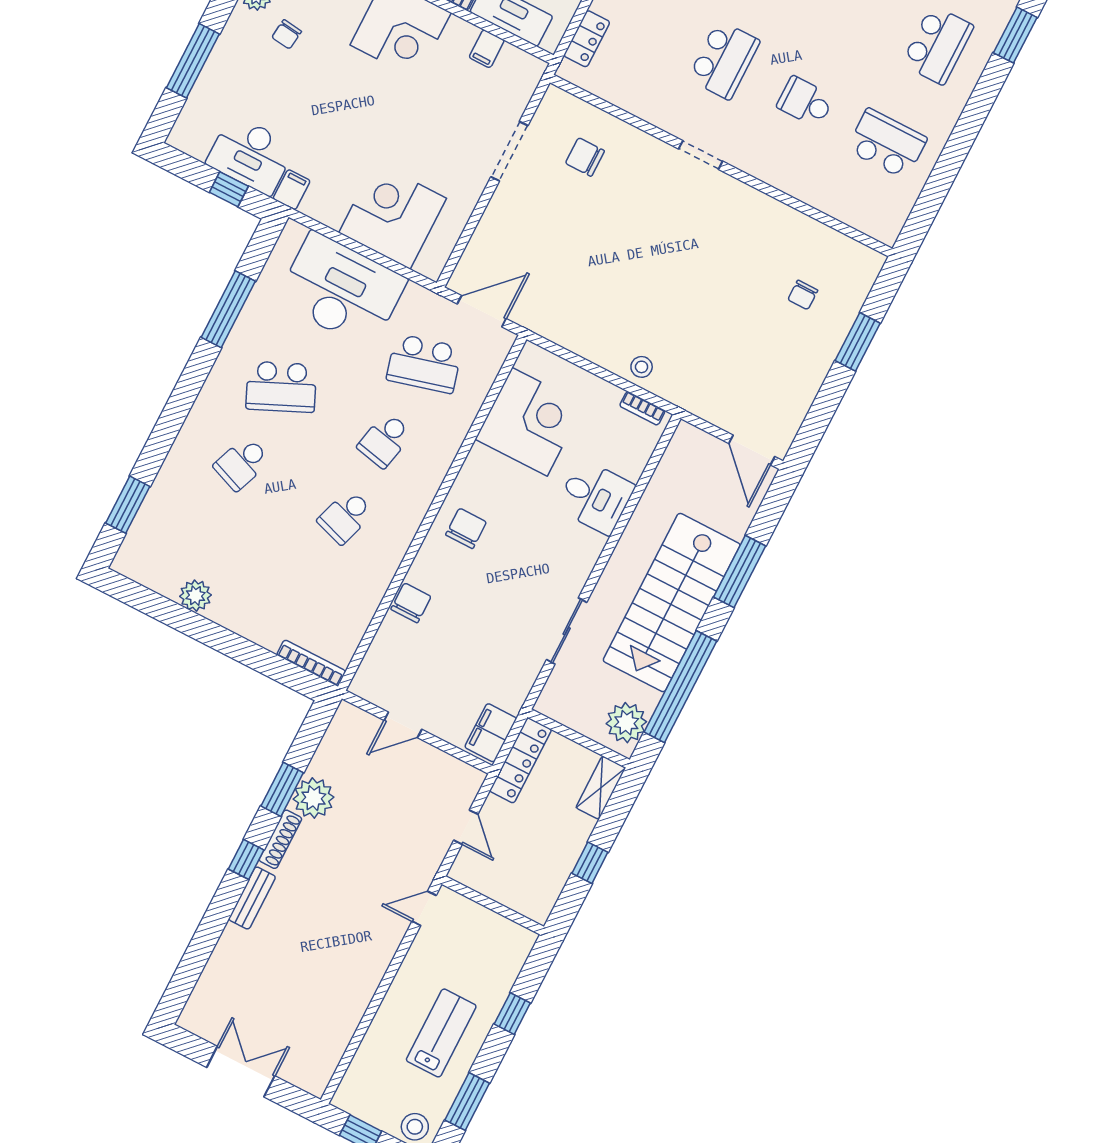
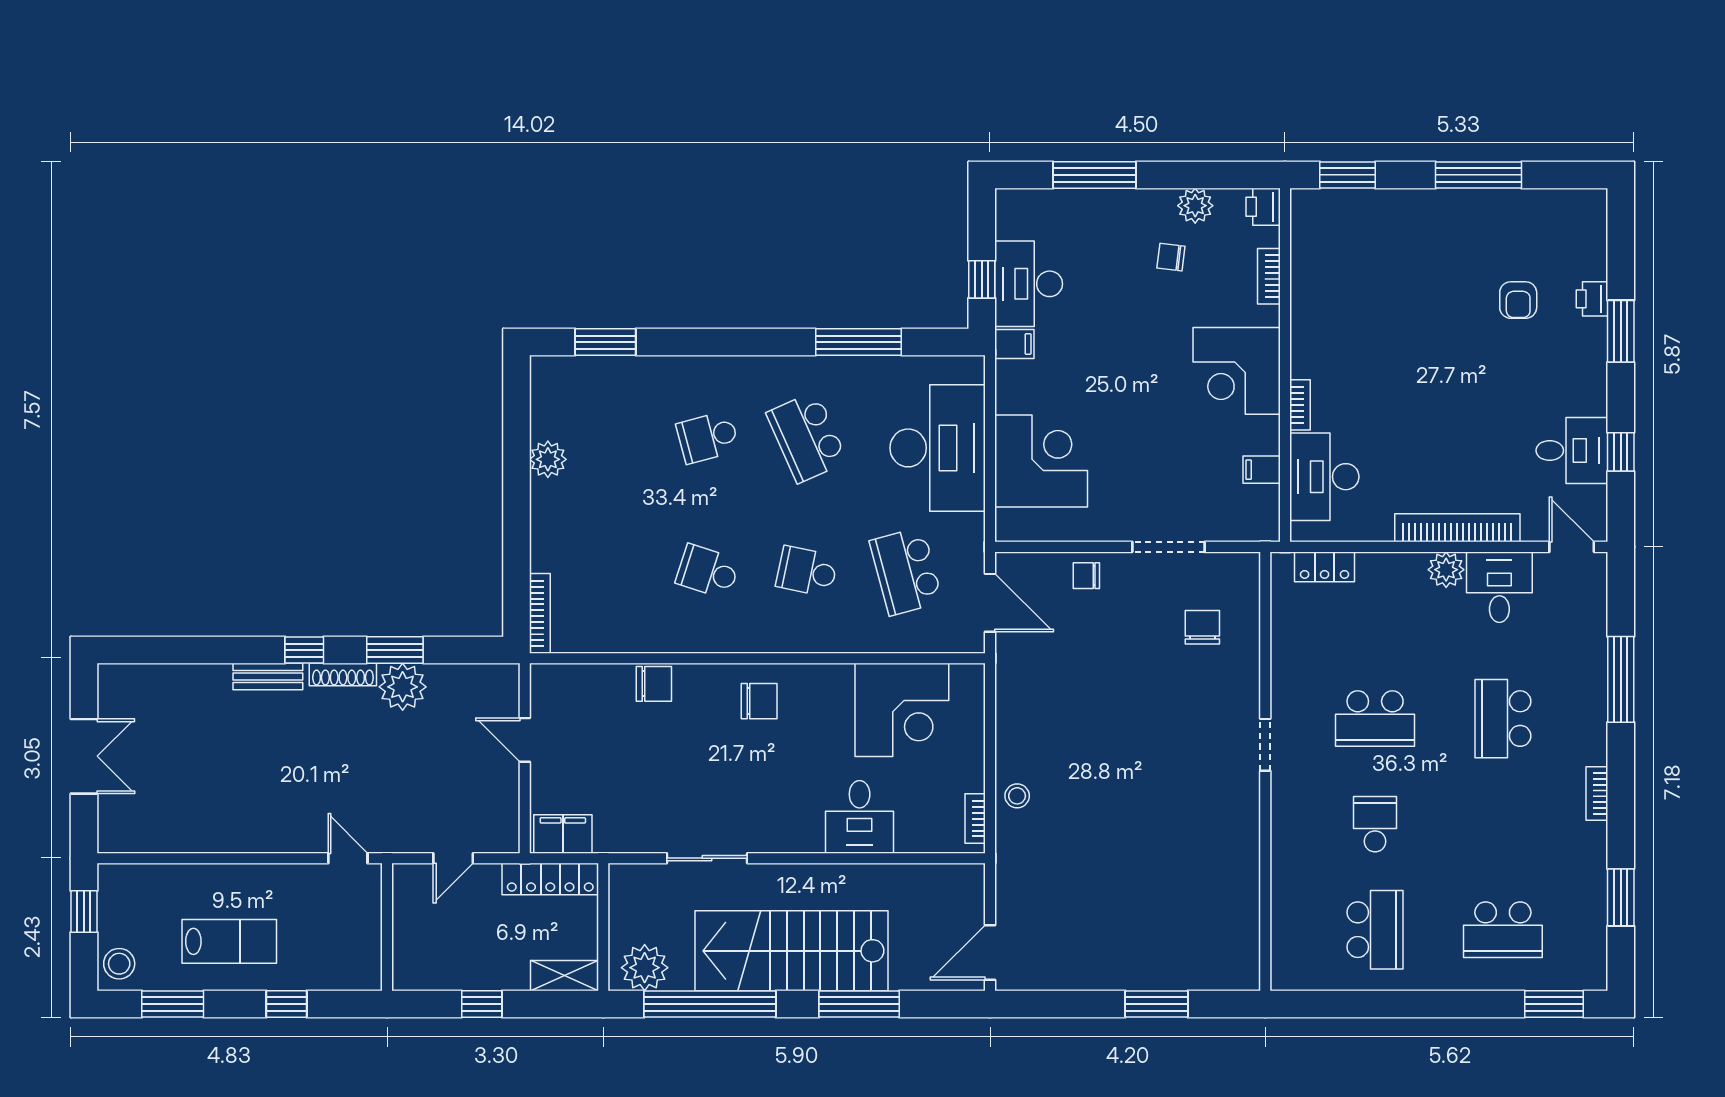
chair: (803, 295) -> (1086, 576), moved
school desk: (242, 463) -> (708, 437), turned -36

